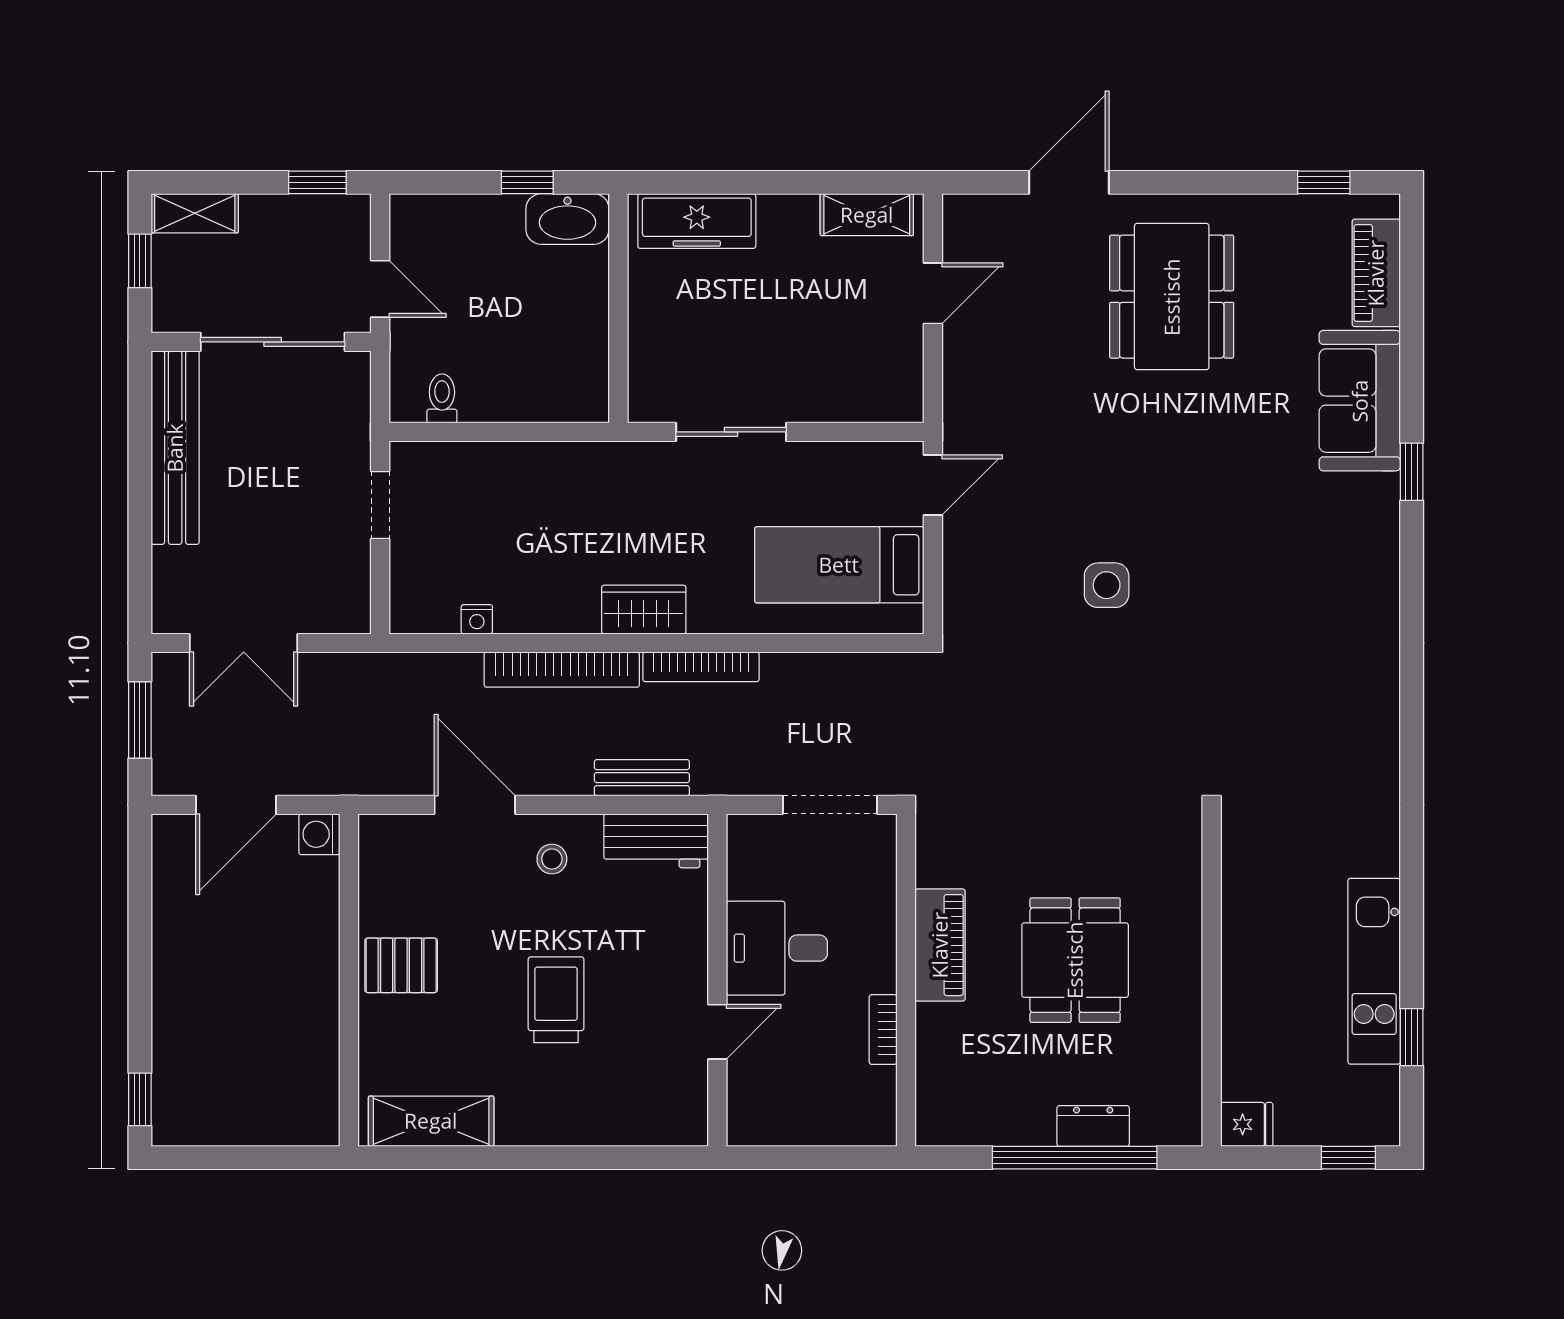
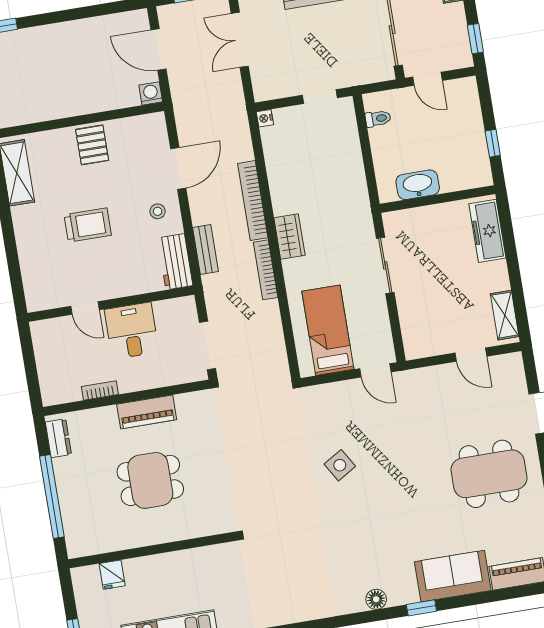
washbasin: (567, 219) -> (418, 185), moved, turned 90
door: (380, 289) -> (427, 79), hinge flipped
floor lamp: (1380, 558) -> (376, 599), added
side table: (1107, 585) -> (340, 465), turned -31
nightstand: (477, 619) -> (265, 118), moved
fridge: (1247, 1124) -> (112, 575), moved
dresser: (1093, 1126) -> (58, 438), moved

